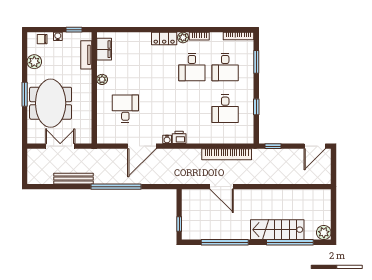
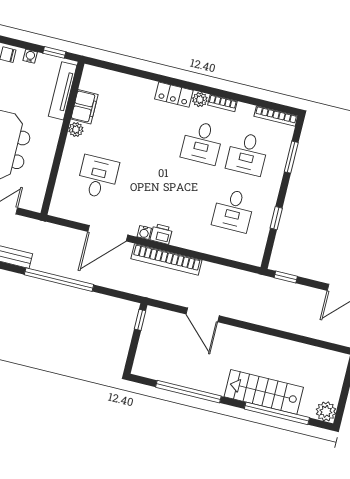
filing cabinet: (104, 49) -> (84, 107), moved
tv unit: (86, 55) -> (63, 91), width x1.41
bookcase: (227, 154) -> (166, 259), moved
window: (179, 224) -> (140, 320), moved

